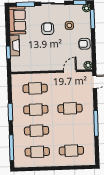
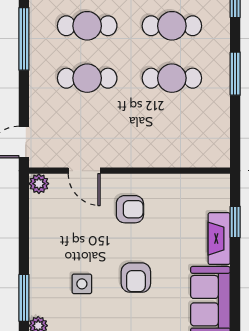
armchair: (85, 44) -> (130, 209), moved
door: (70, 71) -> (84, 171), hinge flipped
cafe table: (35, 88) -> (87, 26), moved

